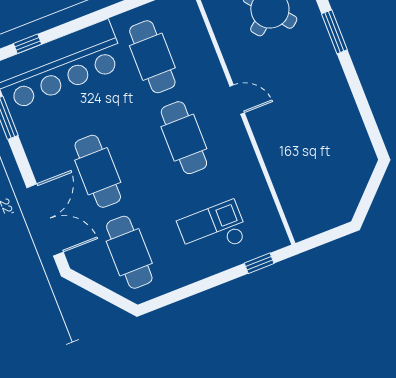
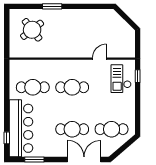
door: (237, 99) -> (100, 59), moved
checkout: (213, 230) -> (121, 79), moved

